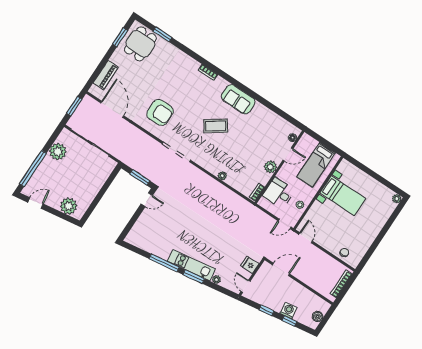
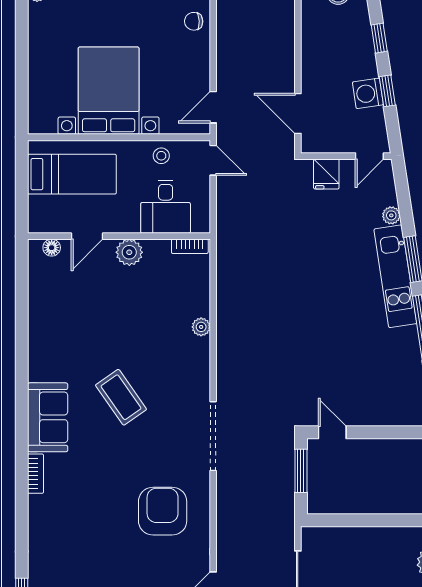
sofa: (238, 99) -> (48, 417), moved
door: (288, 155) -> (87, 236), swing flipped
bed with nightstands: (343, 196) -> (109, 91), width x1.36
washing machine: (288, 310) -> (368, 93), moved

